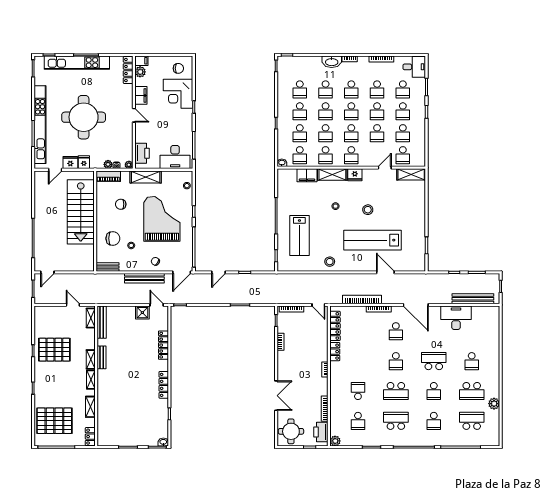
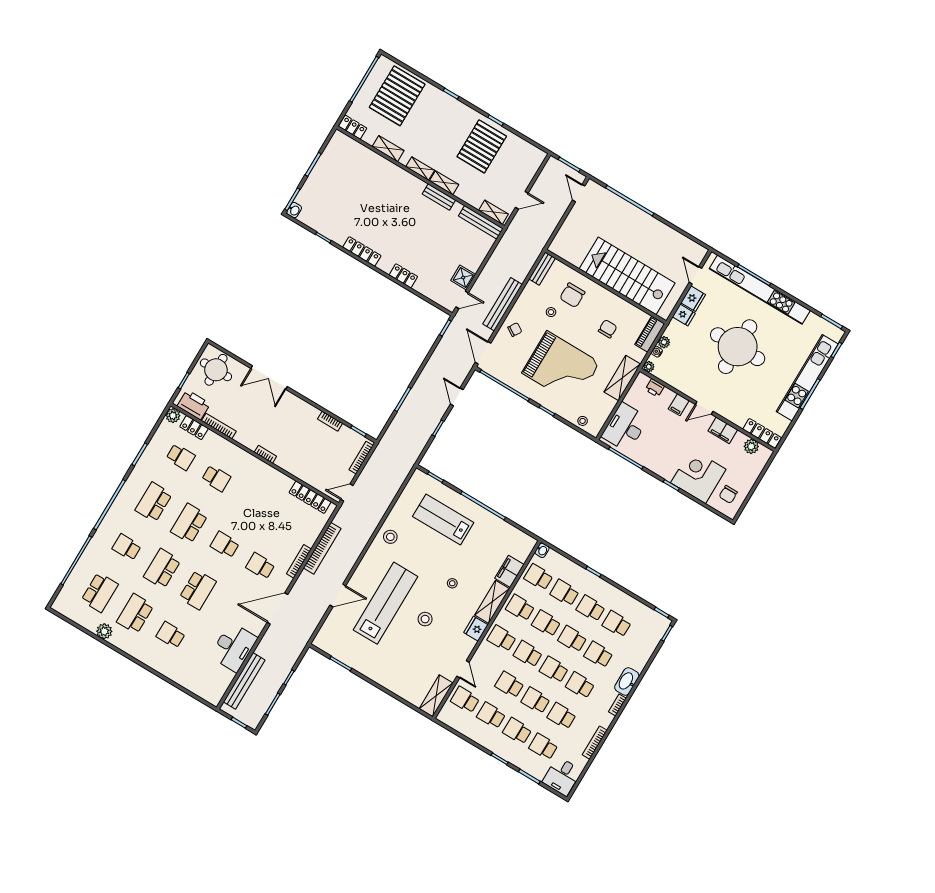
filing cabinet: (141, 61) -> (679, 405), moved
printer: (142, 153) -> (655, 388), width x0.53, depth x0.68
locker: (163, 345) -> (403, 276), width x0.66
locker: (335, 352) -> (194, 428), moved
school desk: (434, 391) -> (162, 569), width x1.85
school desk: (358, 421) -> (181, 457), turned 180
school desk: (396, 421) -> (154, 502), turned 180

